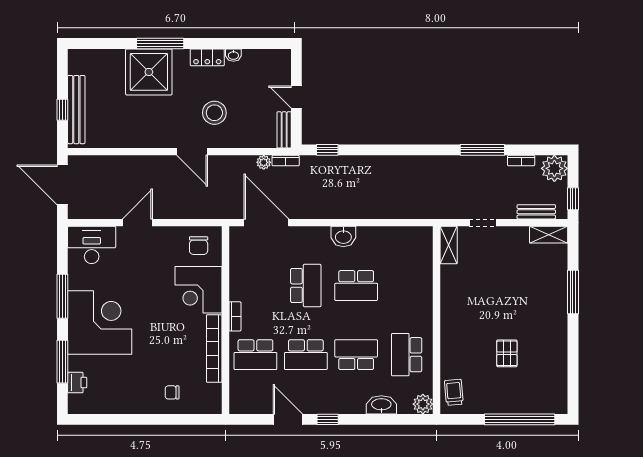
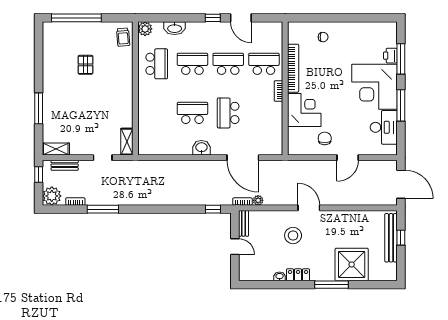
shower: (149, 72) -> (352, 264), moved
door: (266, 223) -> (243, 158), moved
desk: (92, 245) -> (384, 127), moved, turned -90
chair: (199, 246) -> (325, 138), moved
school desk: (356, 355) -> (192, 64), turned 180
printer: (77, 383) -> (390, 56), moved

